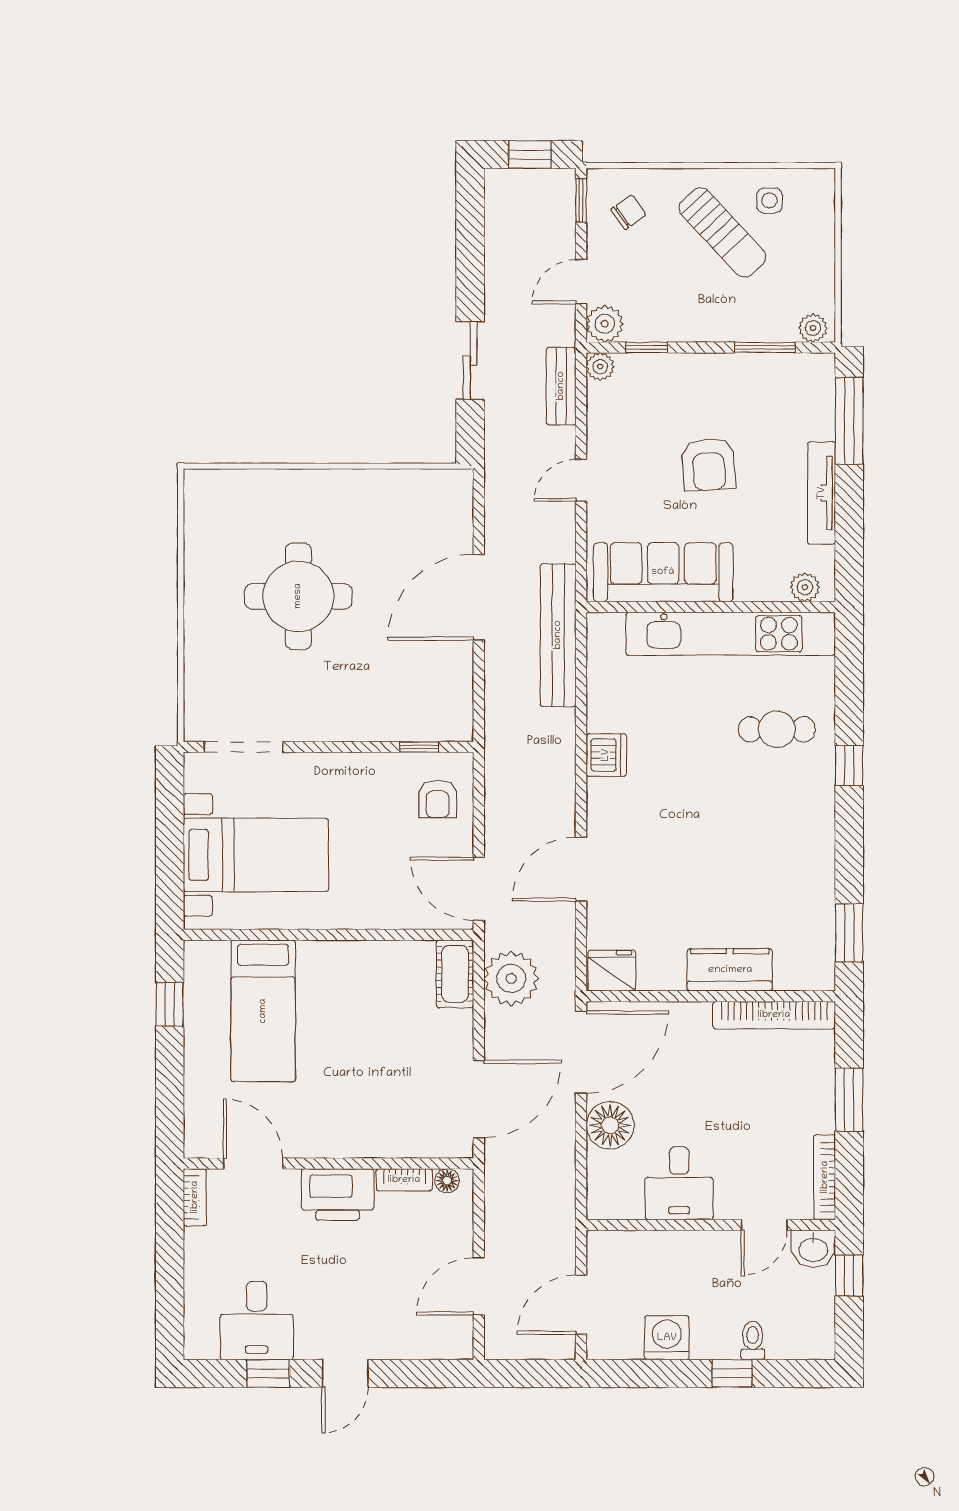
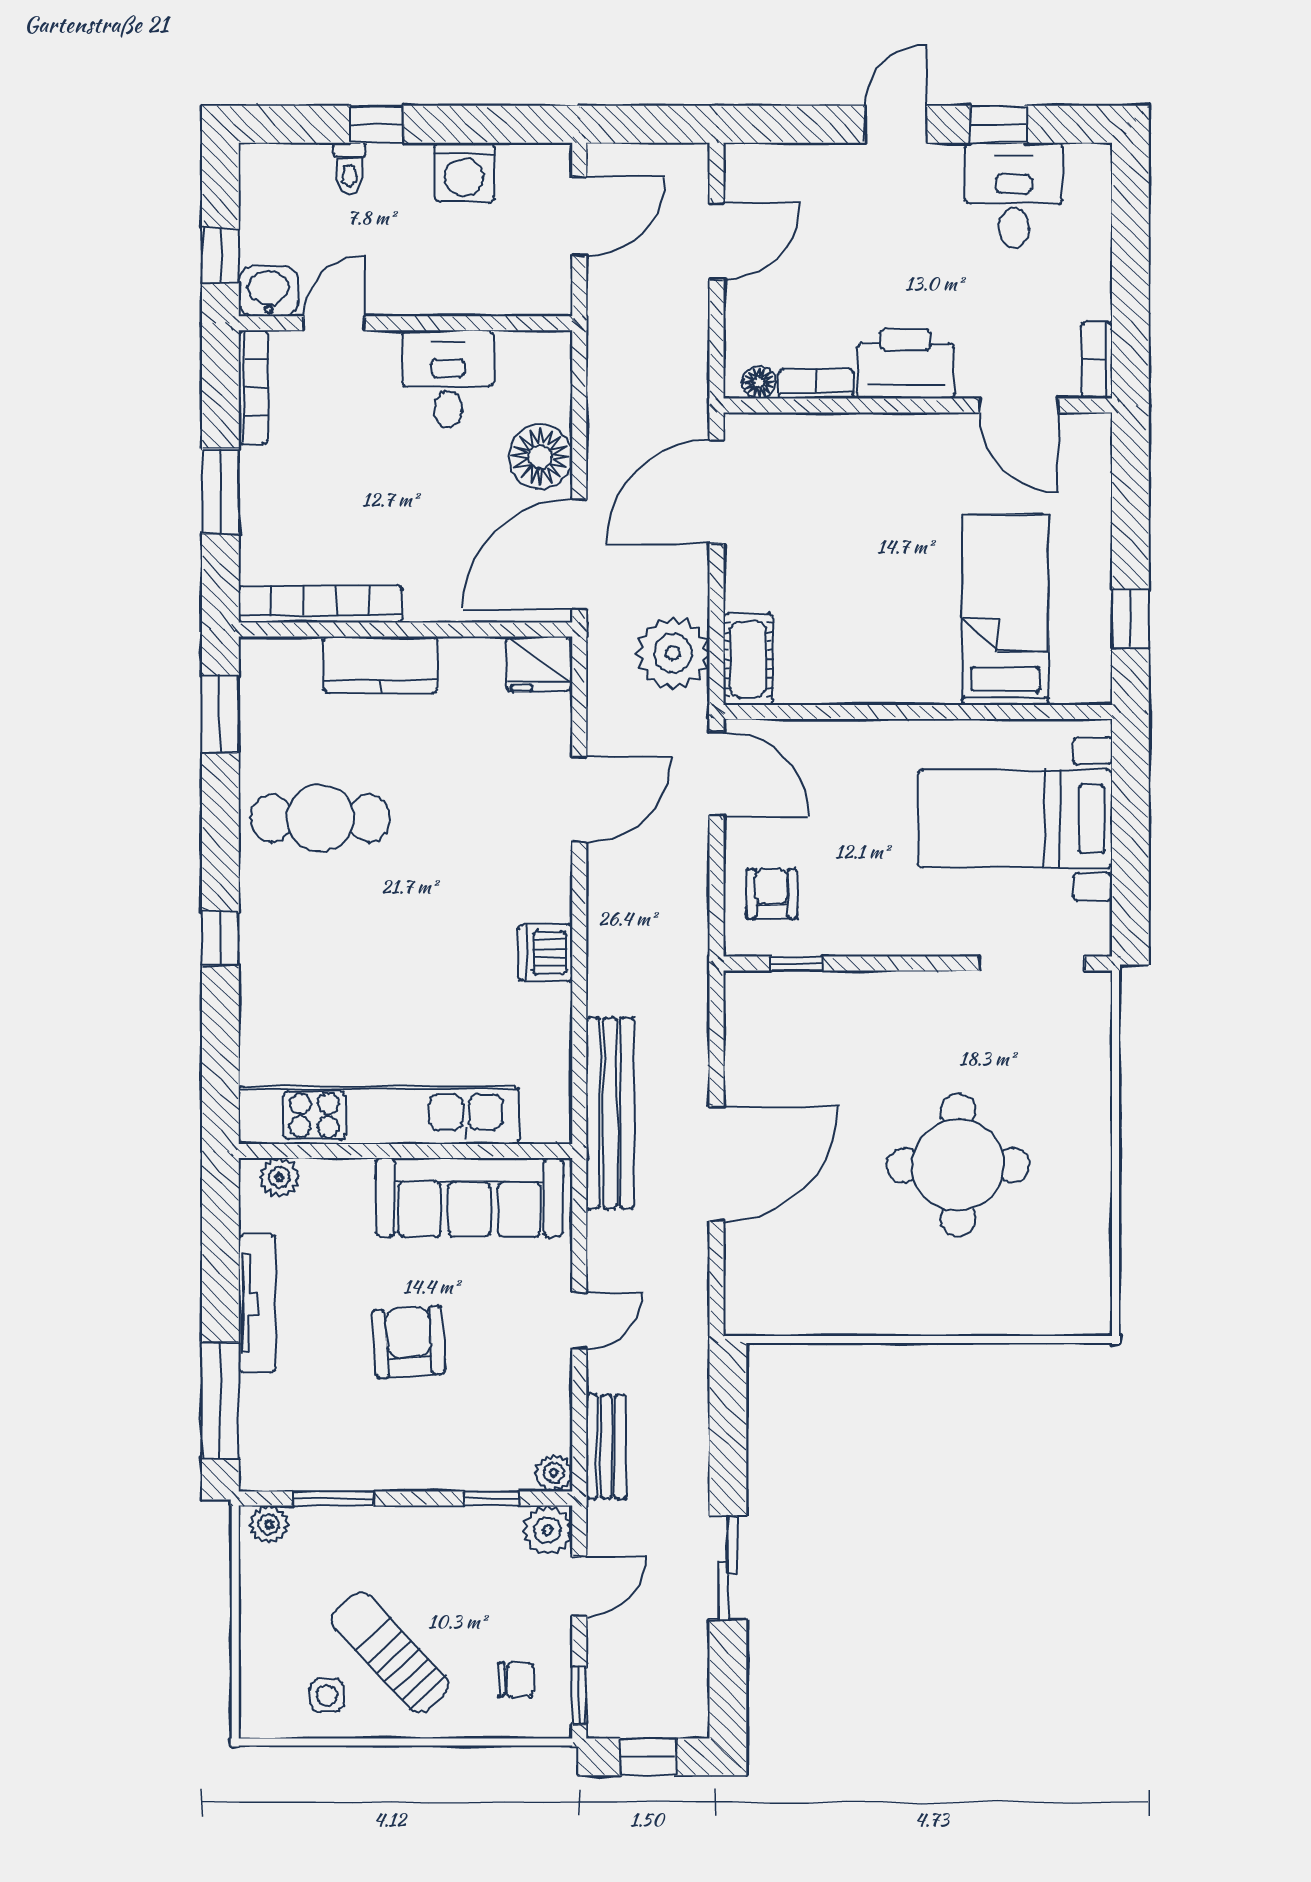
chair: (628, 212) -> (516, 1680), turned -145
sliding door: (470, 361) -> (728, 1568), moved
cafe table: (777, 729) -> (320, 818), moved, width x1.37, depth x1.35

